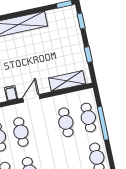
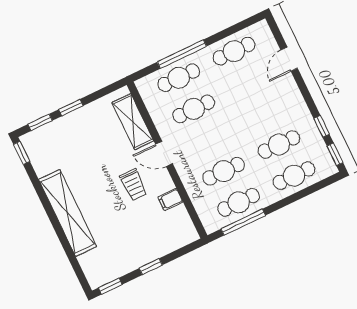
window: (88, 55) -> (71, 108), moved
trolley: (26, 72) -> (133, 185), added
door: (31, 98) -> (164, 154), moved

